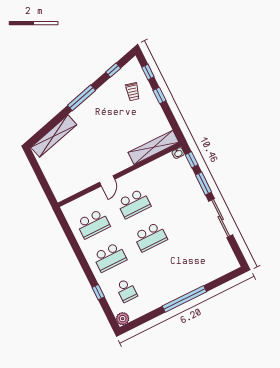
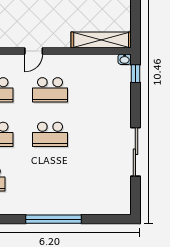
window: (203, 183) -> (135, 105), removed

